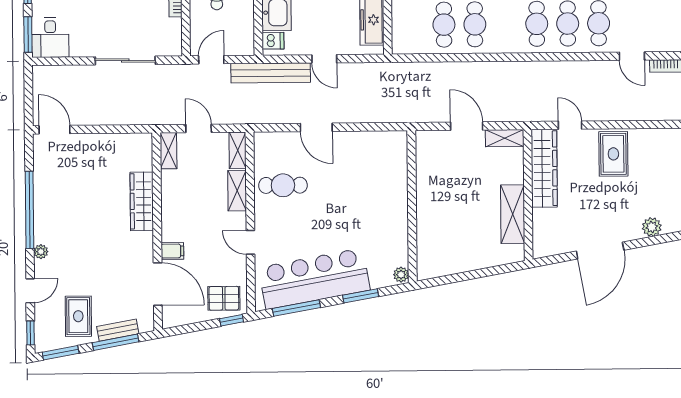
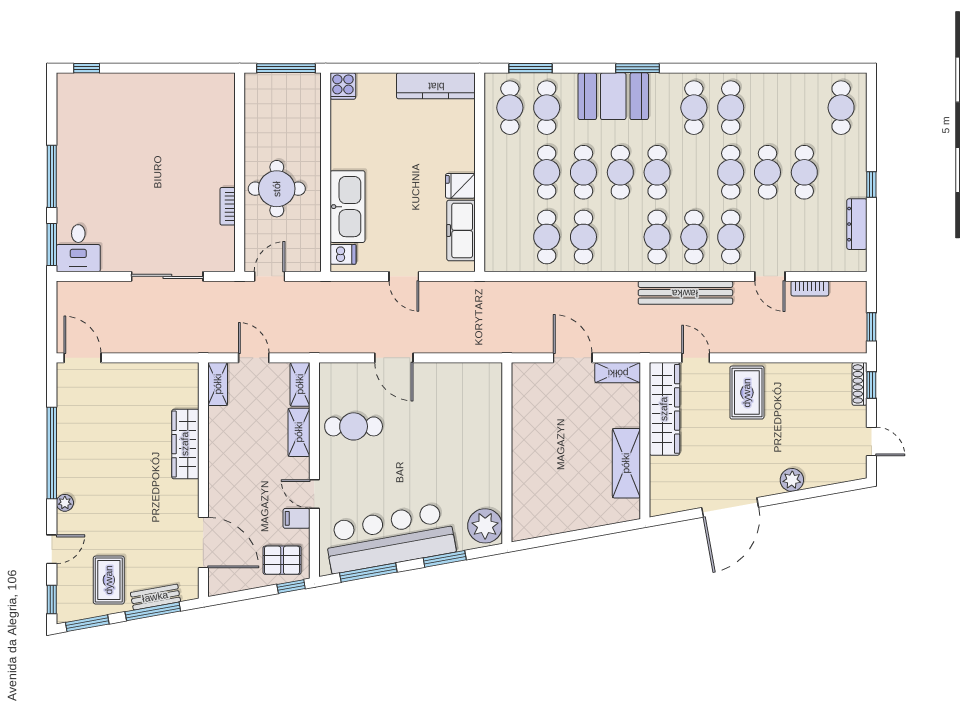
bench: (271, 73) -> (685, 293), moved
filing cabinet: (172, 251) -> (297, 518), moved, turned 180
plant: (401, 275) -> (485, 526), width x1.87, depth x1.87

